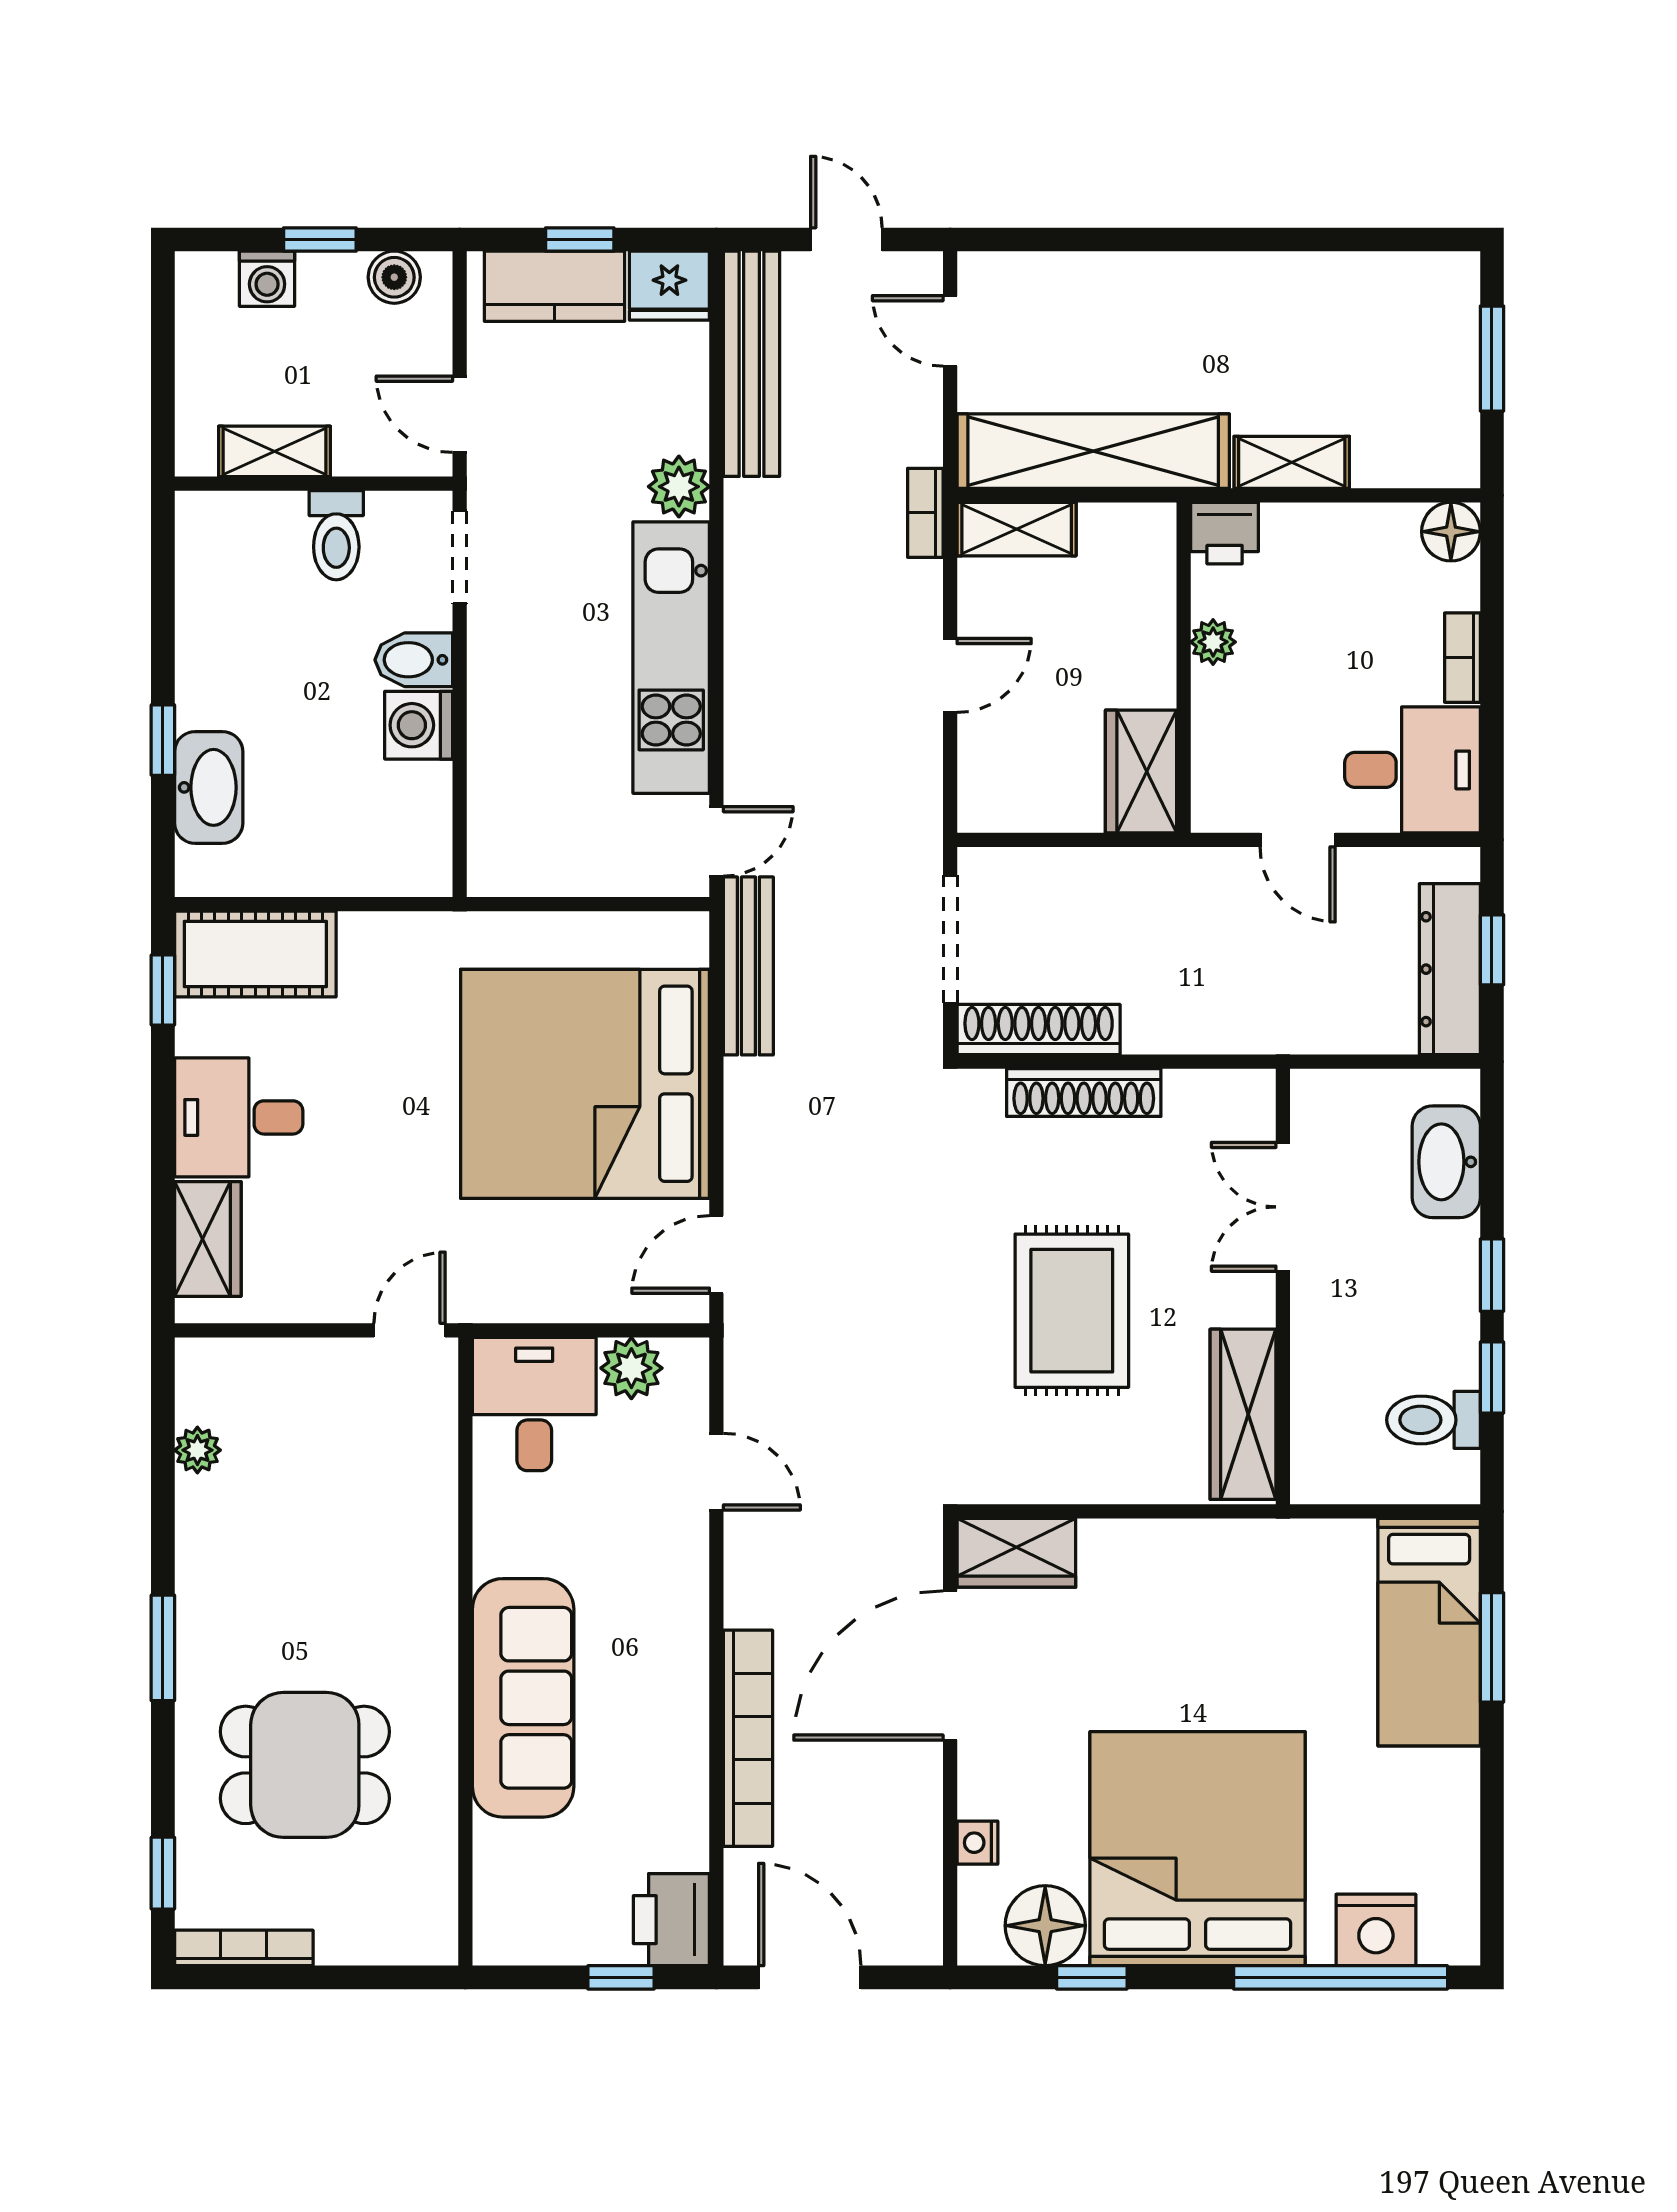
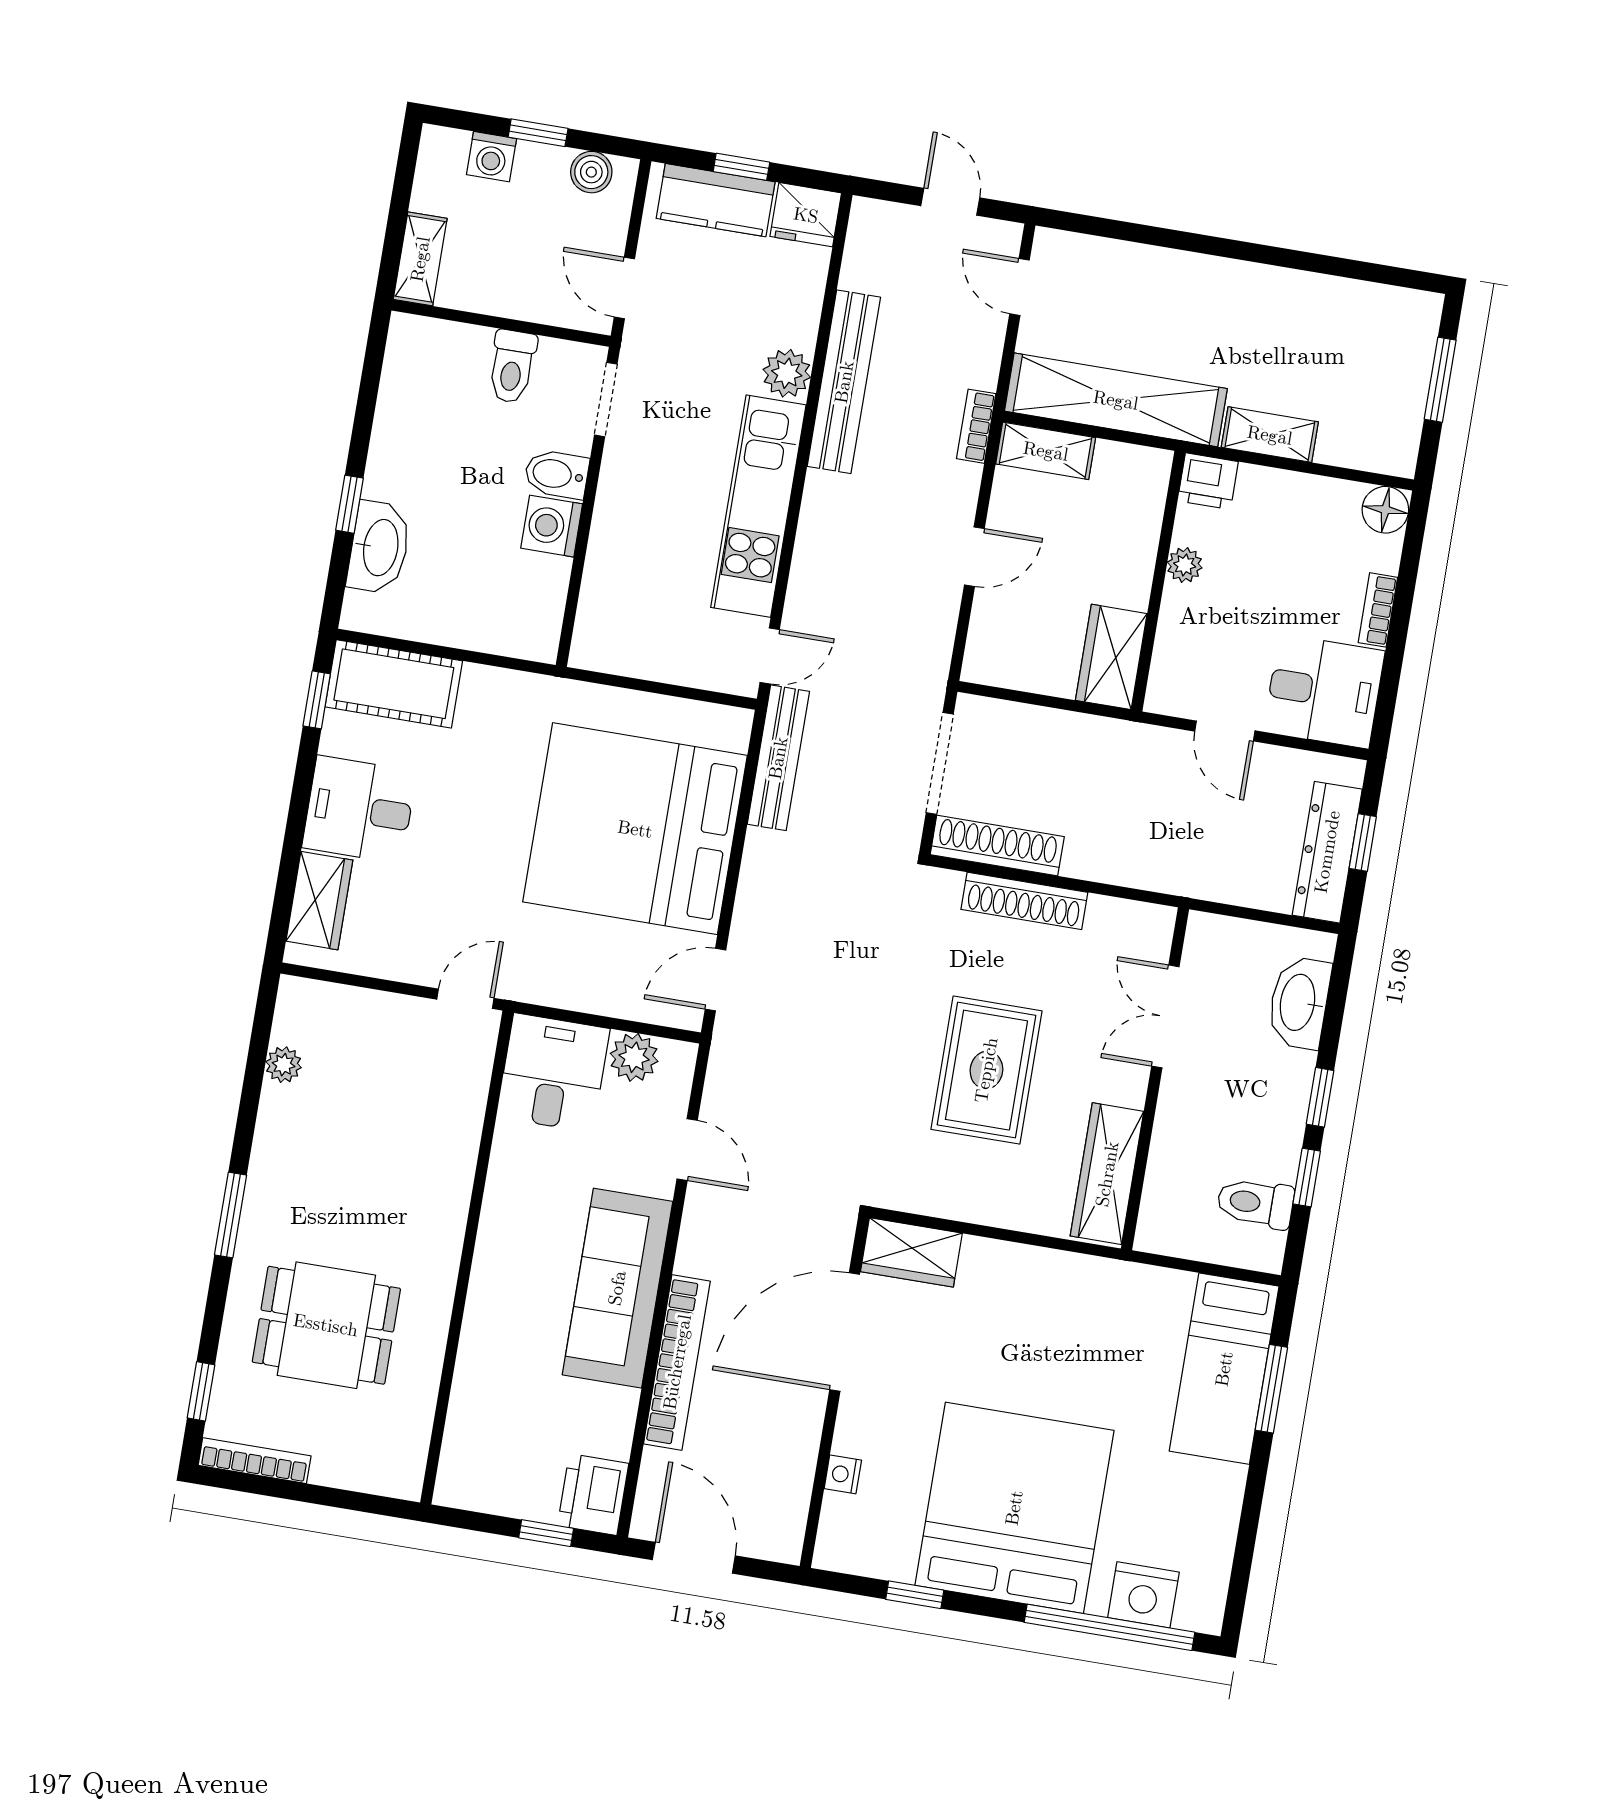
bench: (752, 364) -> (844, 382), moved
shelving: (274, 451) -> (420, 259), moved, turned 90
sofa: (523, 1698) -> (617, 1288), moved, turned 180
floor lamp: (1045, 1926) -> (885, 1548), removed

